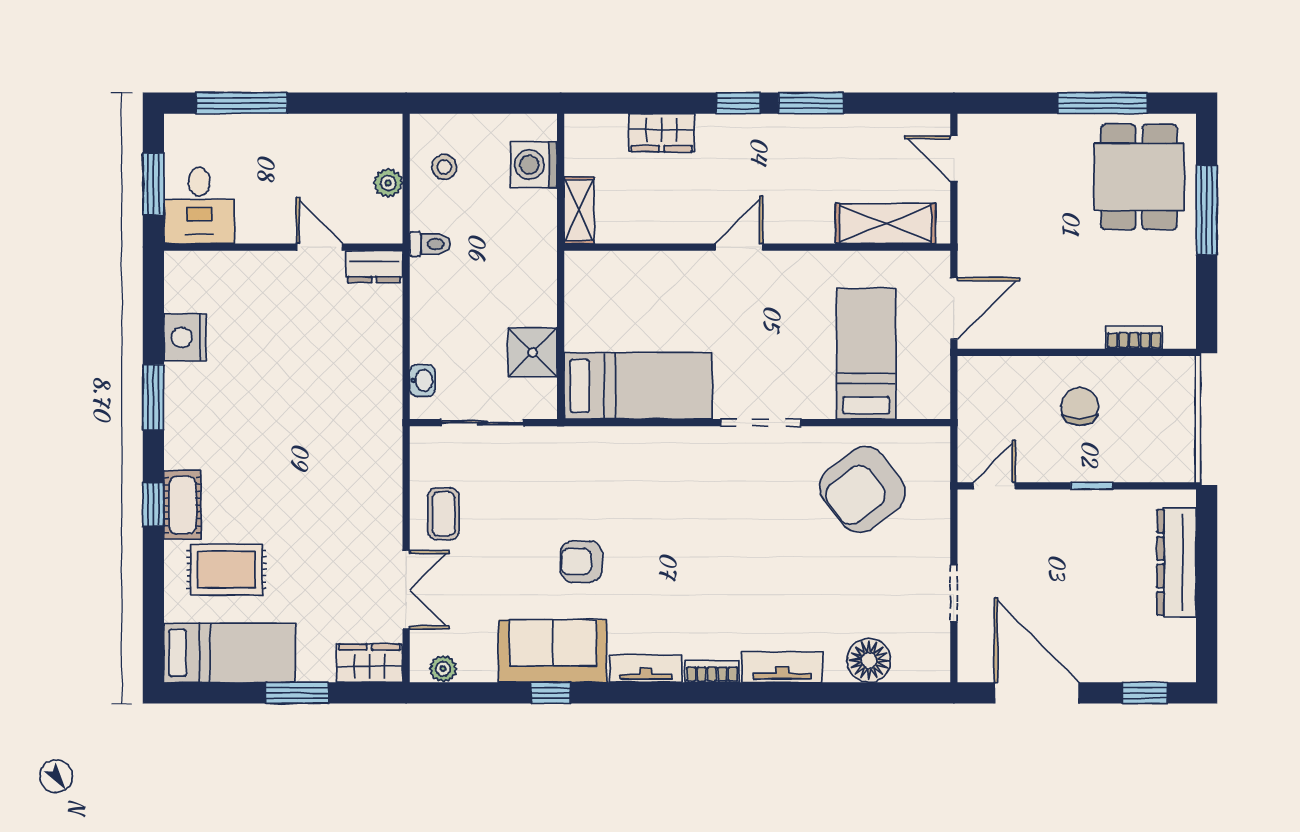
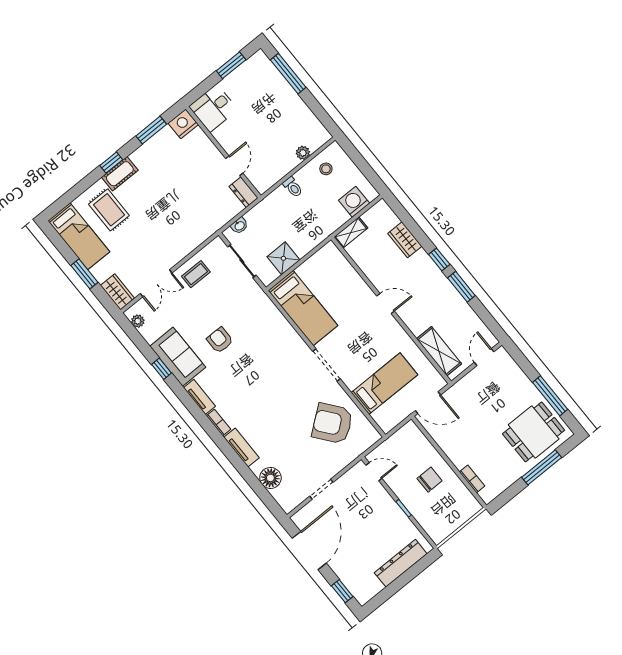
desk: (199, 205) -> (213, 108), moved
wall: (283, 247) -> (223, 152), moved
door: (319, 247) -> (234, 166), moved
dresser: (374, 267) -> (244, 192), moved

